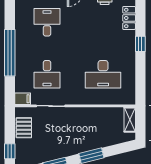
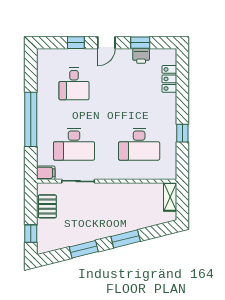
desk: (47, 22) -> (74, 84), turned 180
window: (140, 44) -> (182, 133), moved
desk: (47, 74) -> (74, 144), width x1.37

